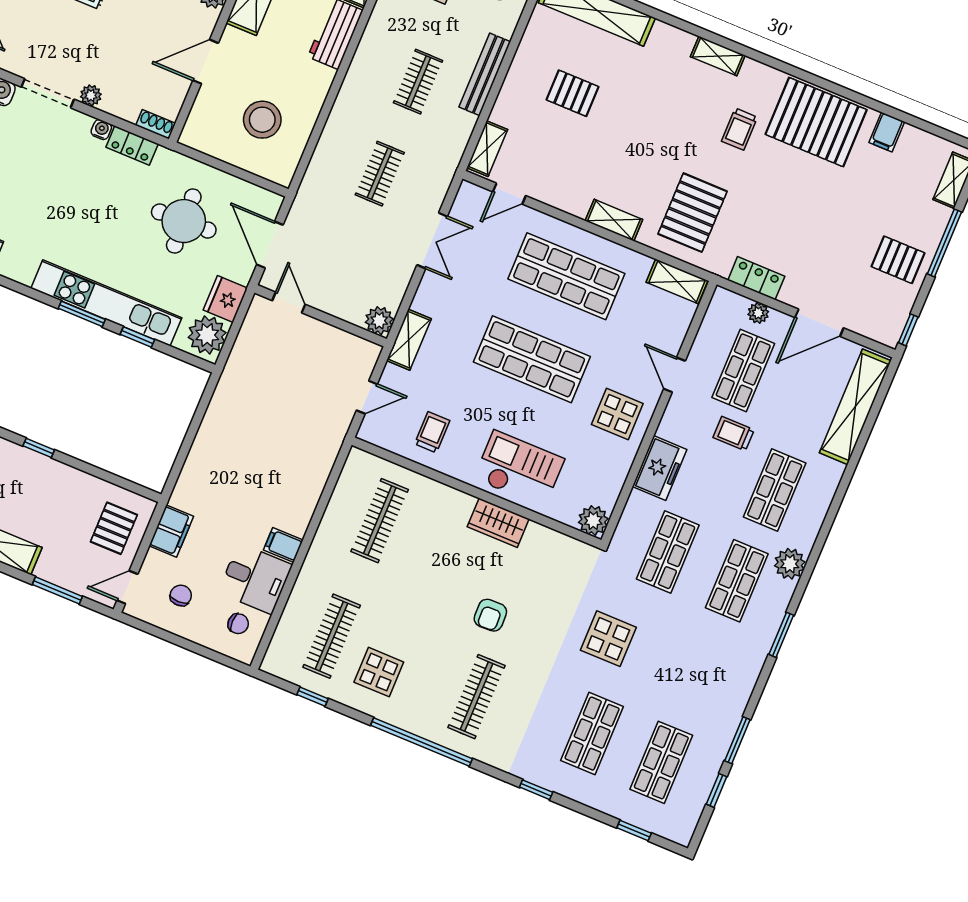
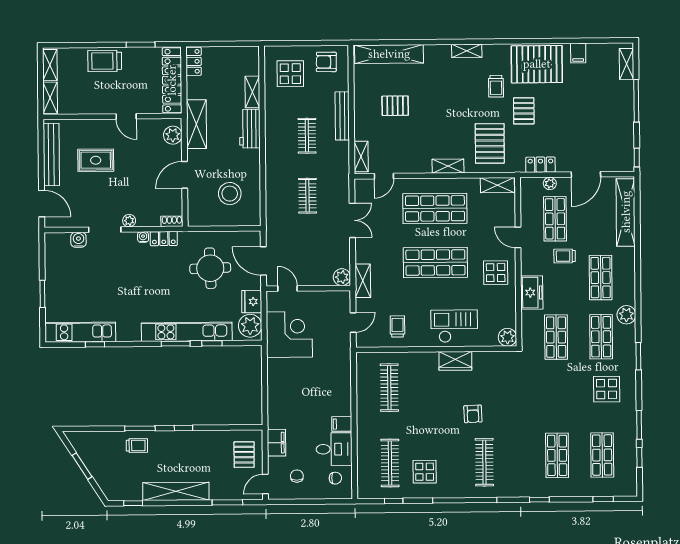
pallet: (898, 260) -> (524, 111), moved, turned 90
corner desk: (261, 374) -> (289, 335), added
display table: (608, 639) -> (607, 389), moved

